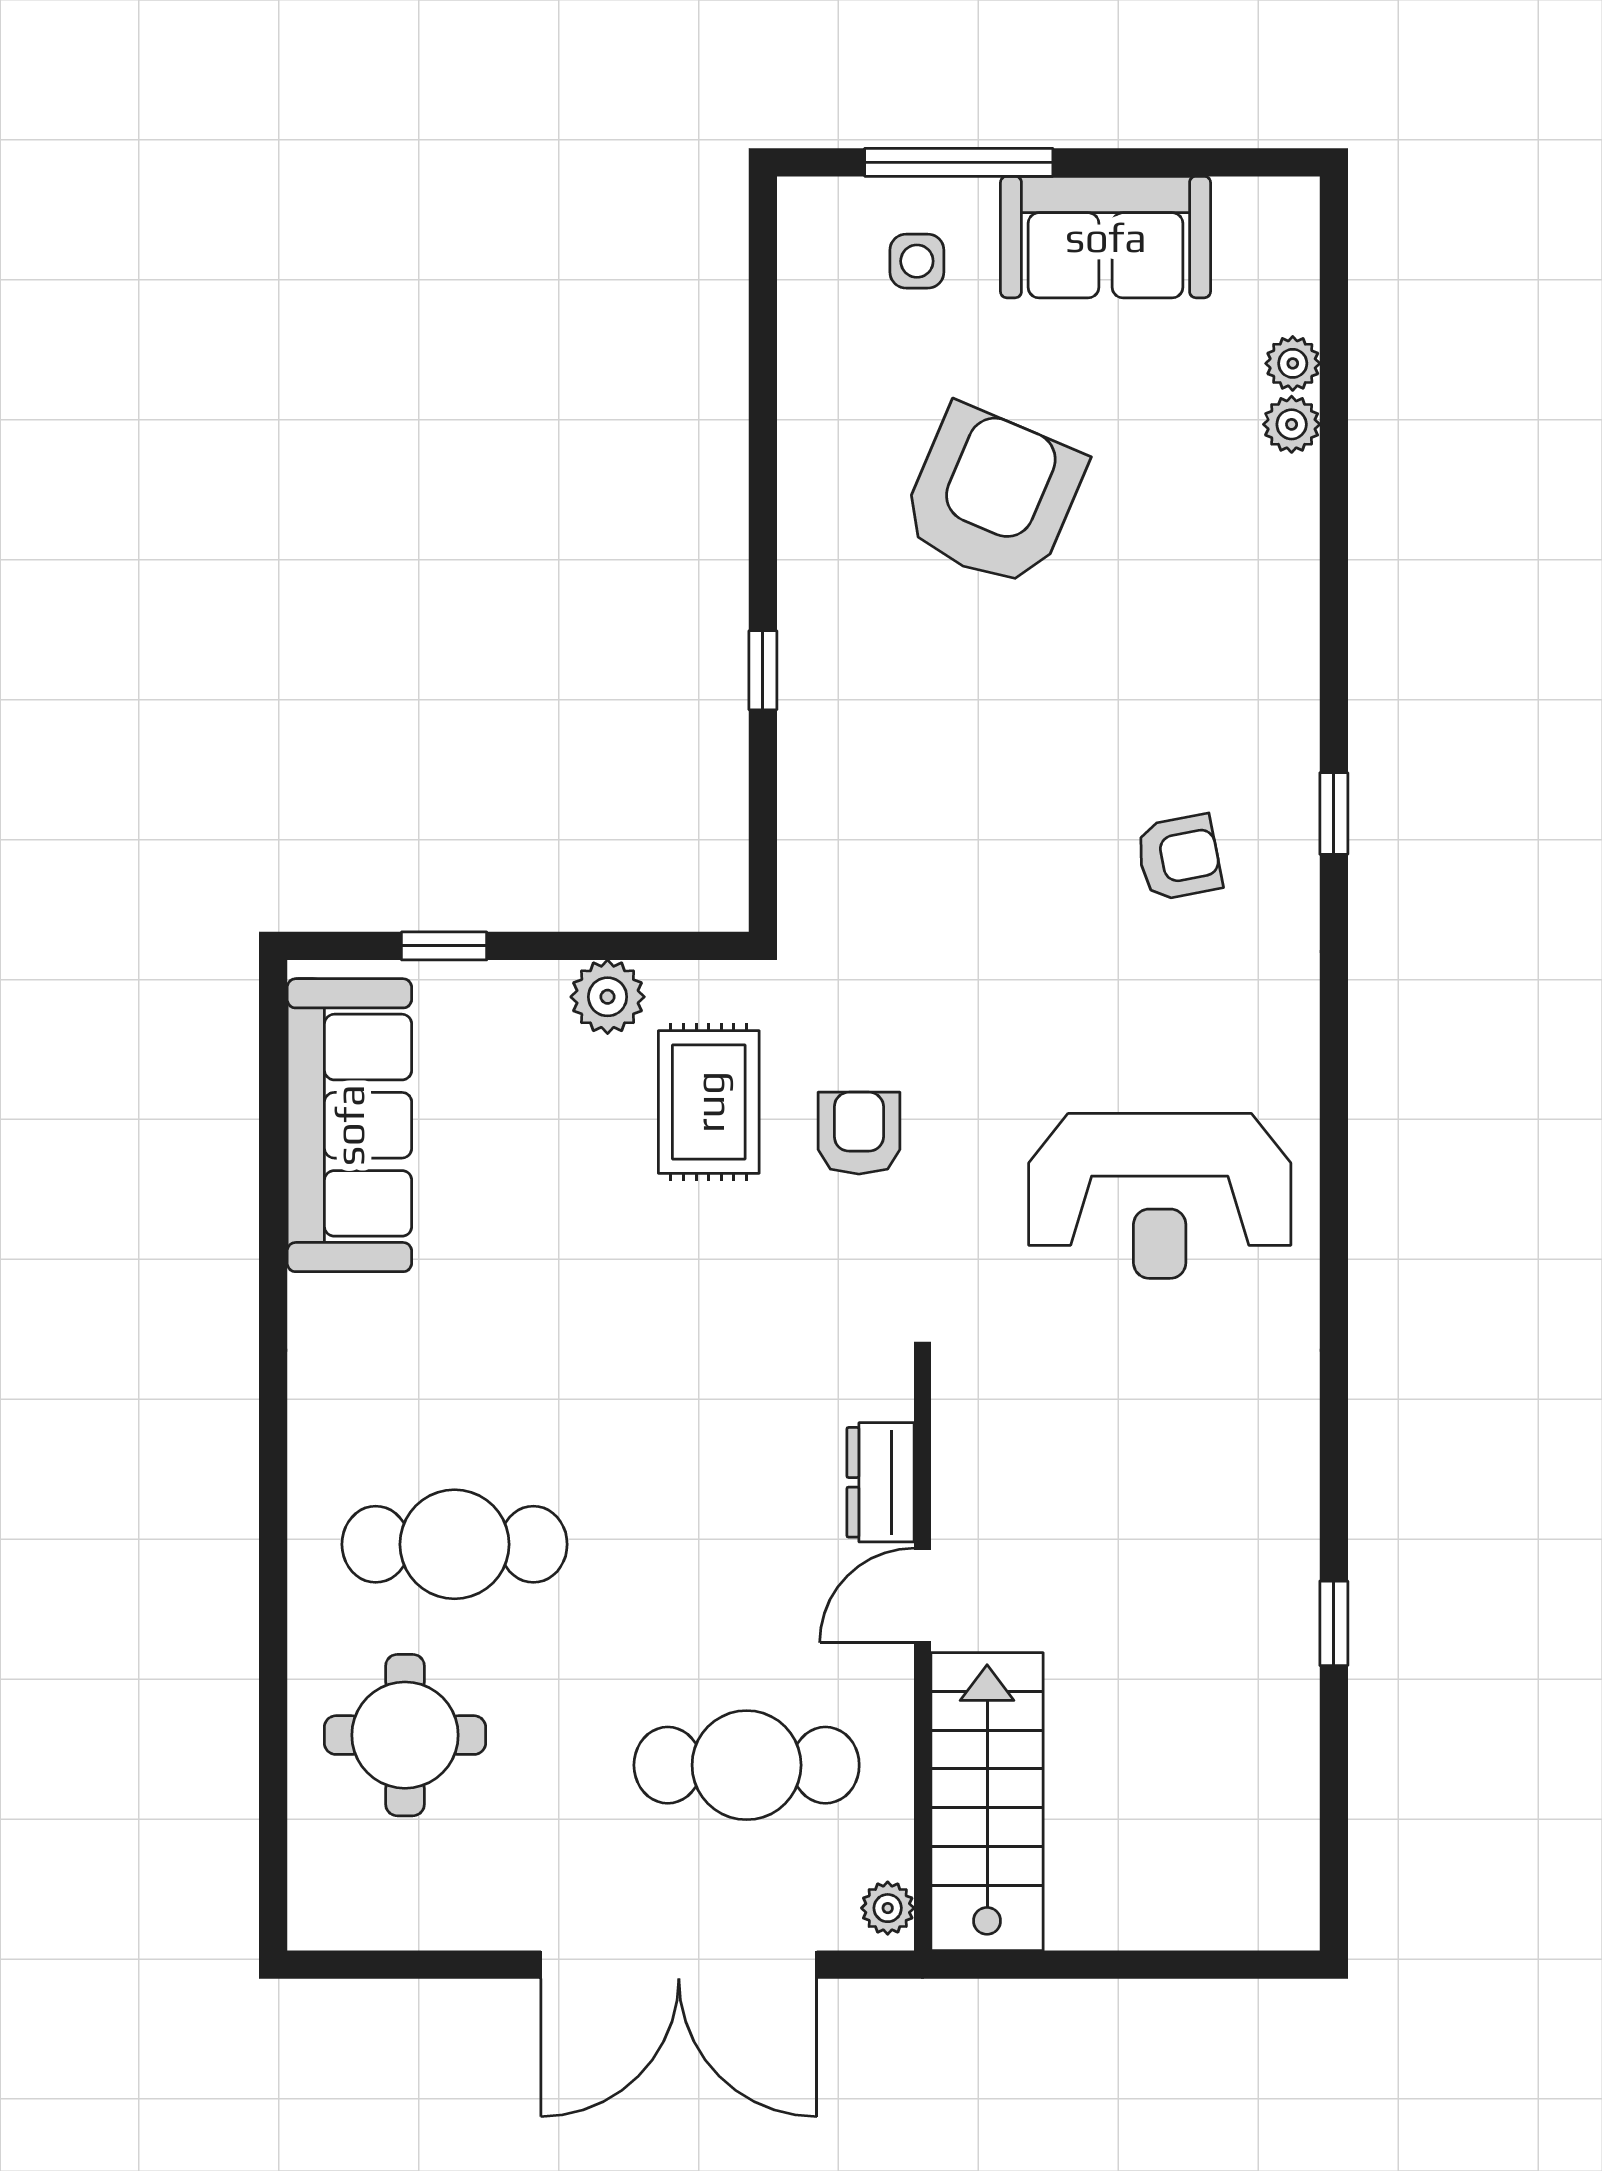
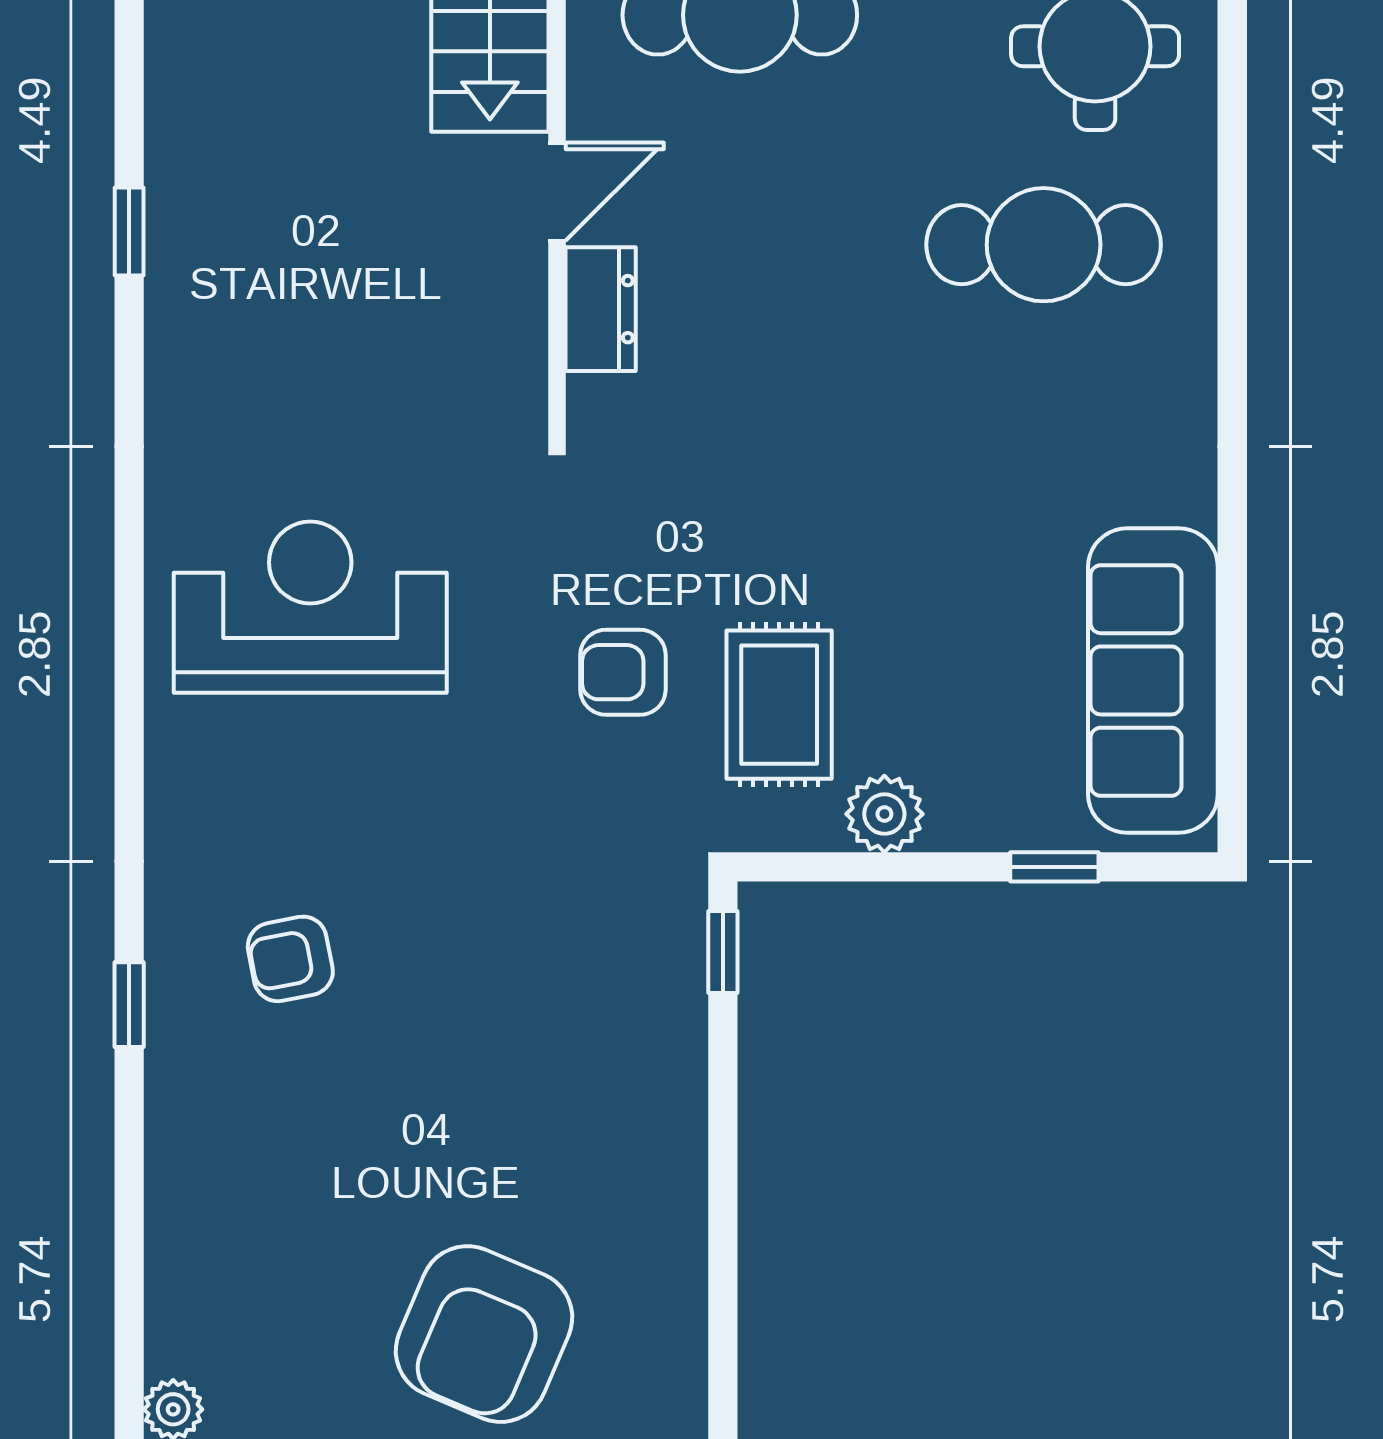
window: (763, 670) -> (723, 952), moved
armchair: (859, 1133) -> (623, 672), turned 90
window: (1334, 1623) -> (129, 231), moved

